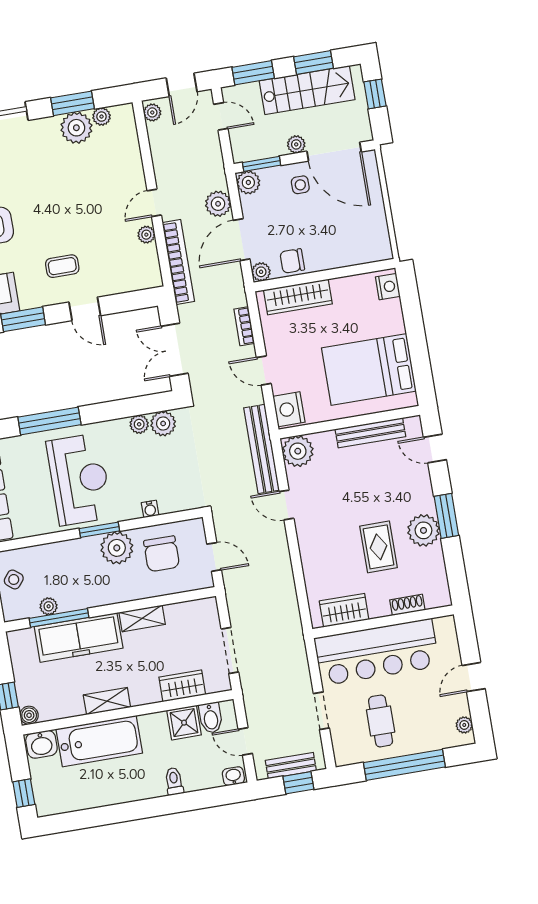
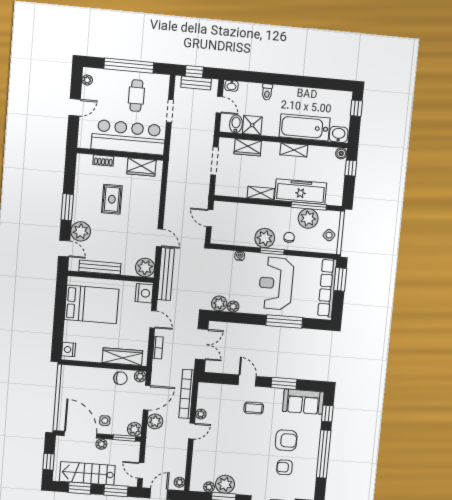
plant: (423, 530) -> (81, 231), moved
chair: (162, 554) -> (289, 237), moved, width x0.54, depth x0.54
plant: (49, 606) -> (308, 219), width x1.88, depth x1.88

